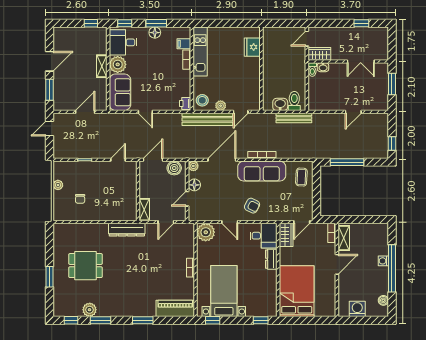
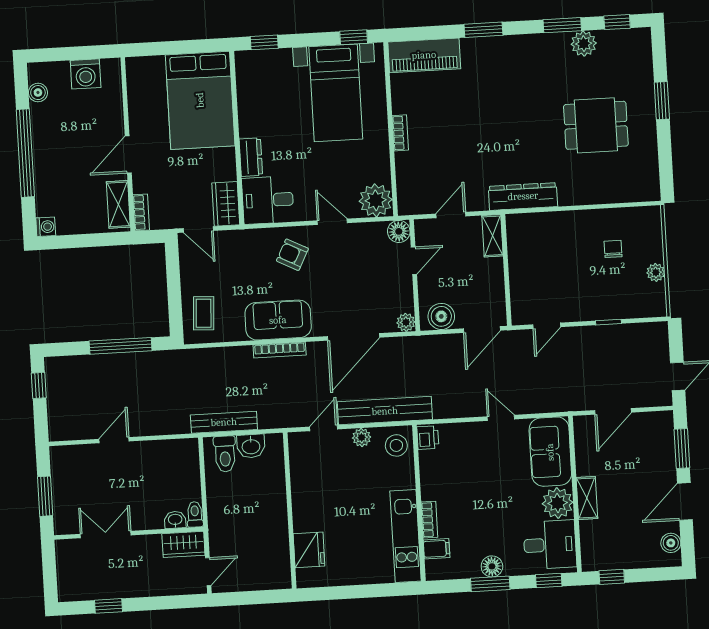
boiler: (58, 40) -> (671, 543), added
sofa: (262, 171) -> (278, 320), width x0.73
floor lamp: (194, 185) -> (399, 231), moved
door: (302, 222) -> (198, 230), swing flipped
washing machine: (383, 261) -> (46, 227), moved

